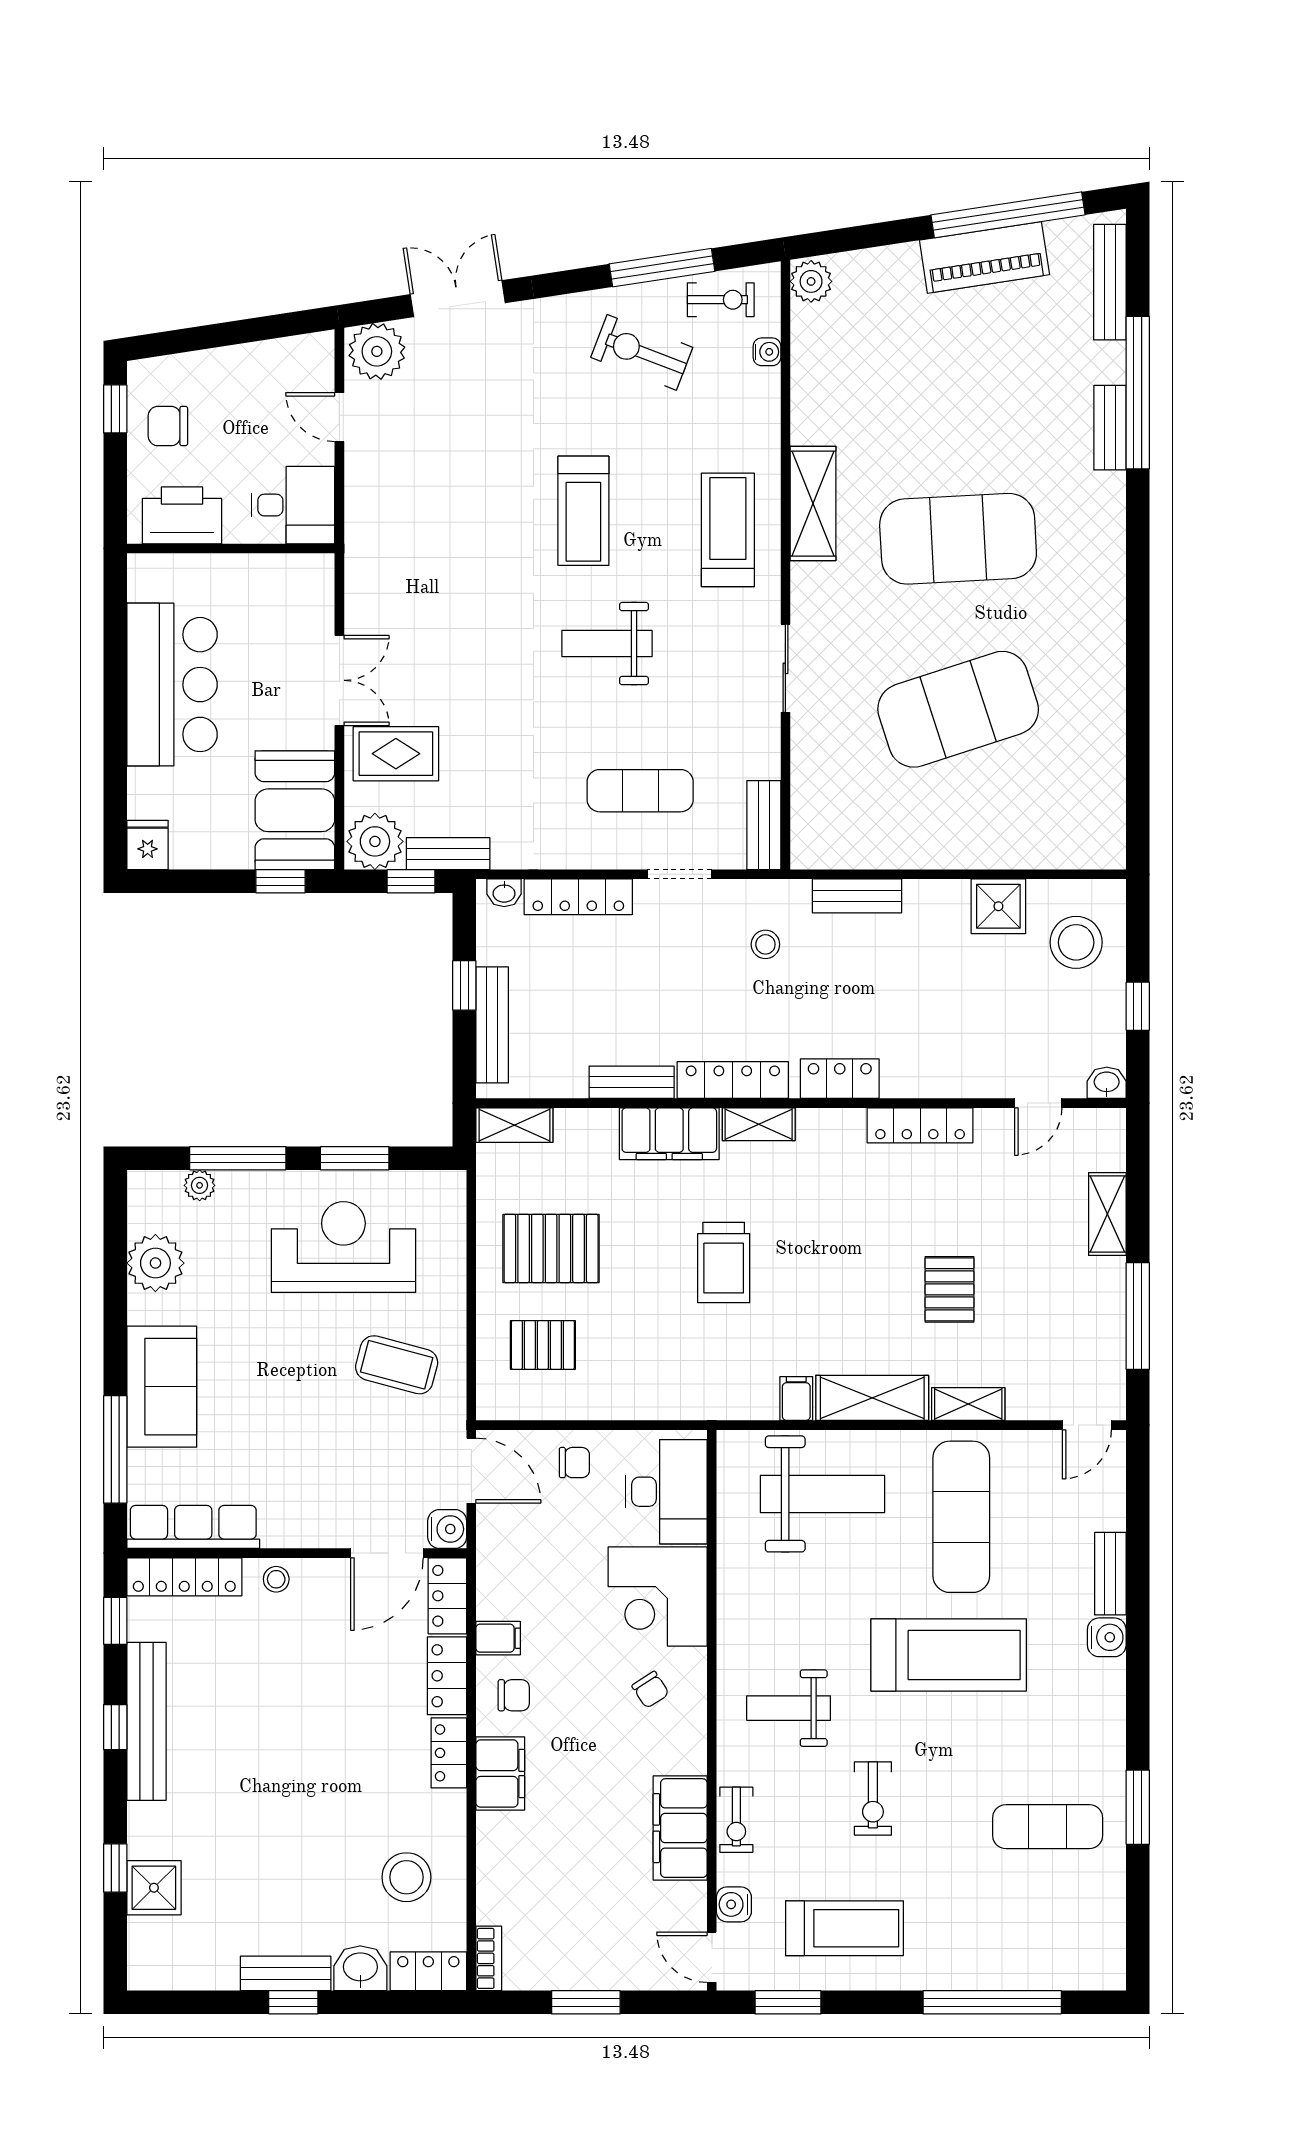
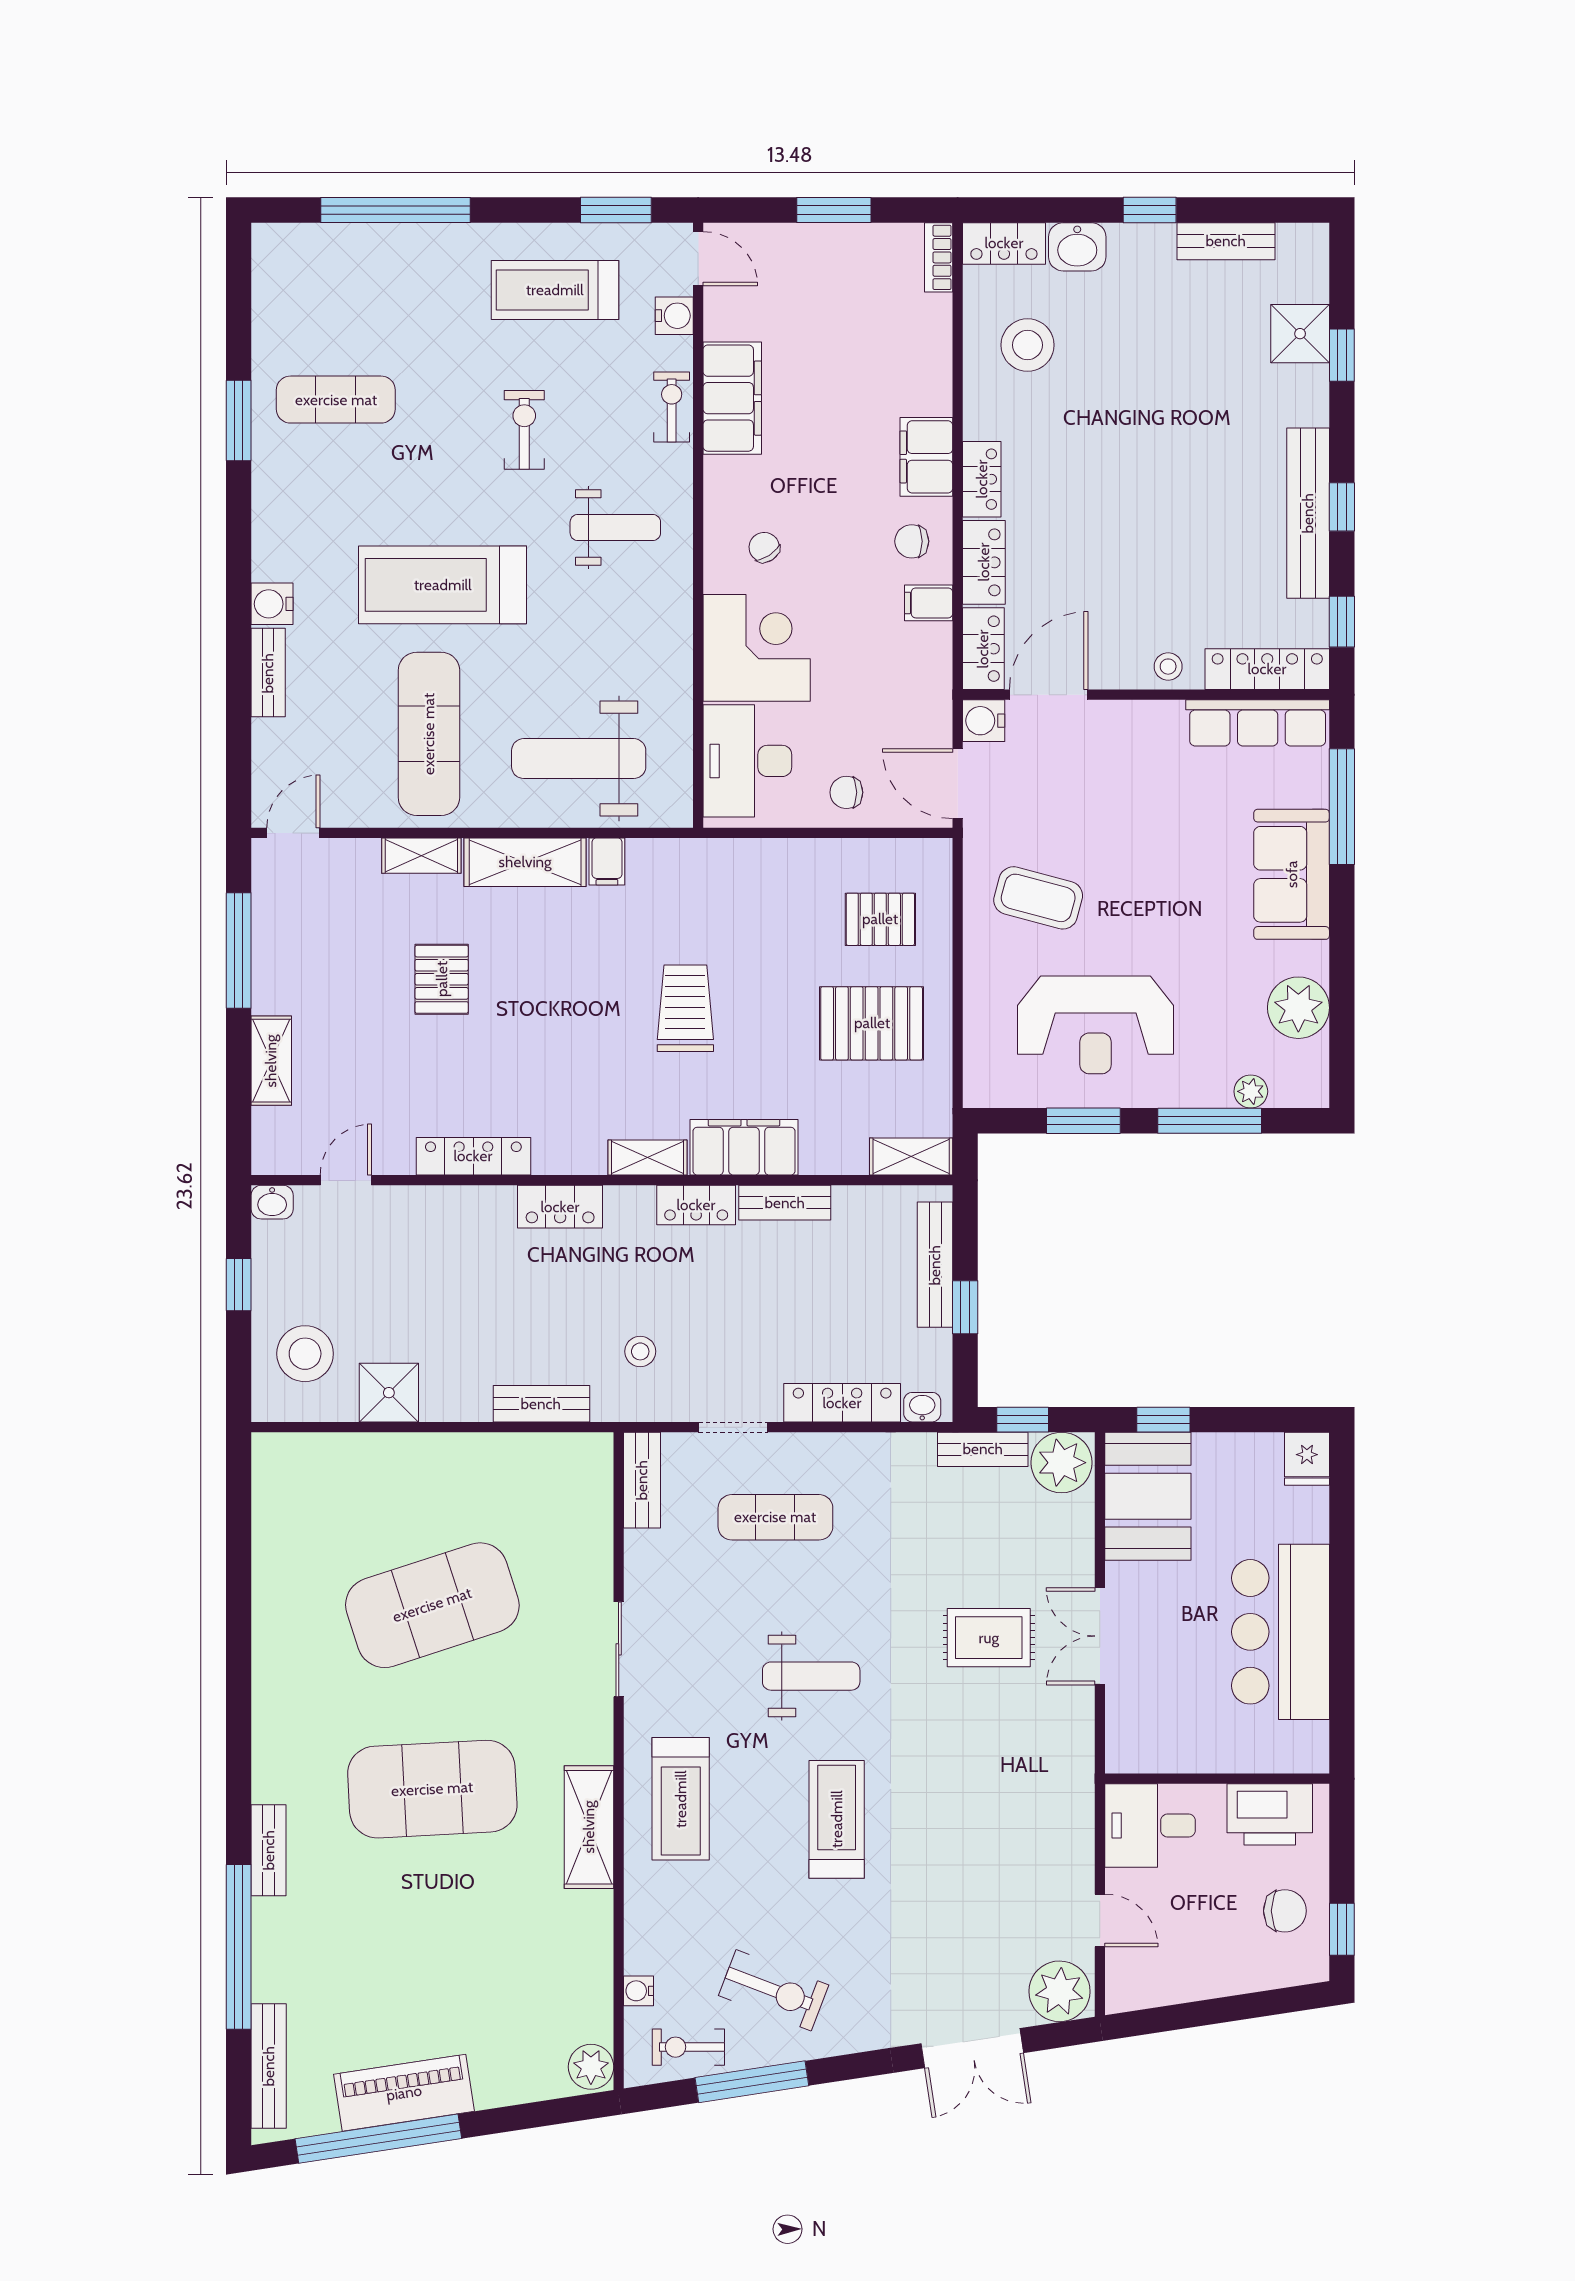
bench: (1110, 428) -> (269, 1850), moved
rug: (396, 754) -> (989, 1638), moved
locker: (733, 1080) -> (696, 1205), width x0.66
bench: (286, 1973) -> (1226, 241), moved

